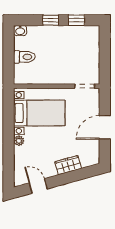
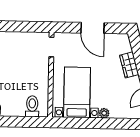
toilet: (24, 57) -> (32, 106), moved

